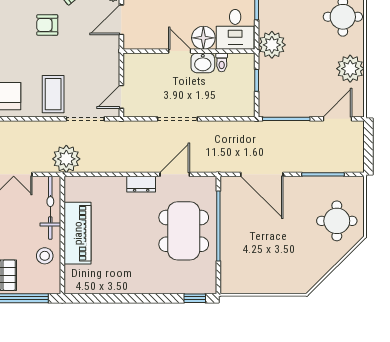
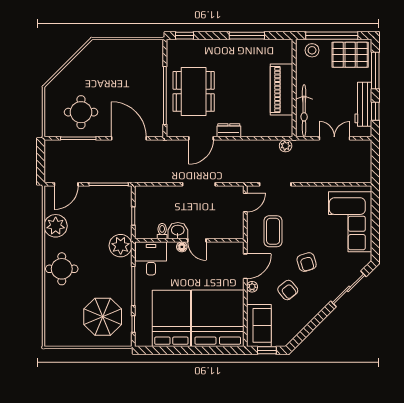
armchair: (47, 25) -> (307, 262), turned 73
floor lamp: (203, 38) -> (182, 247), width x0.53, depth x0.53
coffee table: (53, 94) -> (273, 231), moved
plant: (66, 159) -> (286, 146), width x0.53, depth x0.53
round table: (337, 221) -> (81, 112), moved
stool: (45, 256) -> (312, 50), moved
window: (119, 298) -> (247, 36), added

